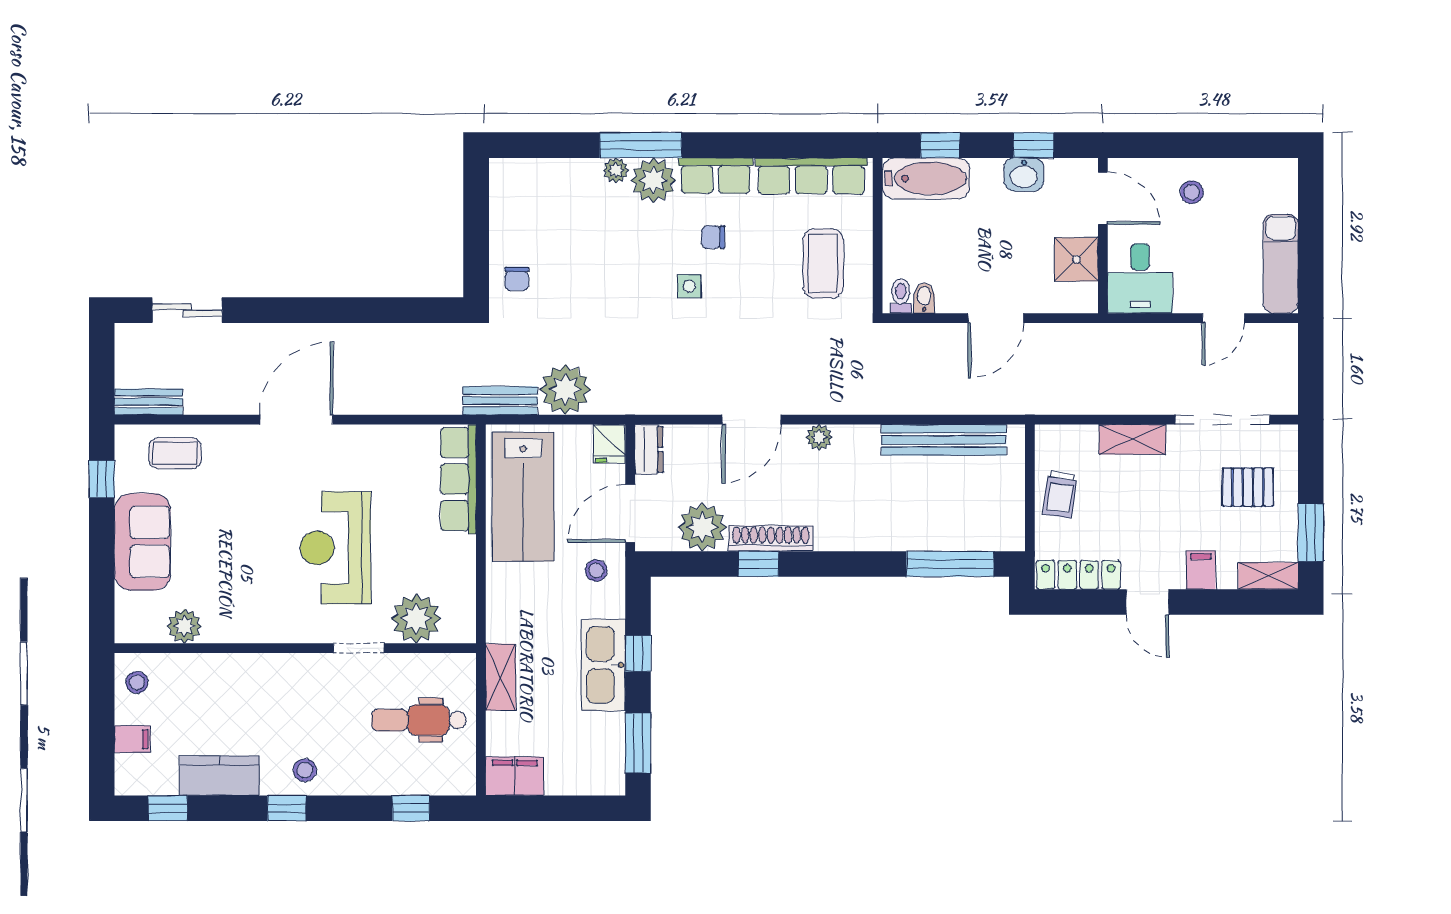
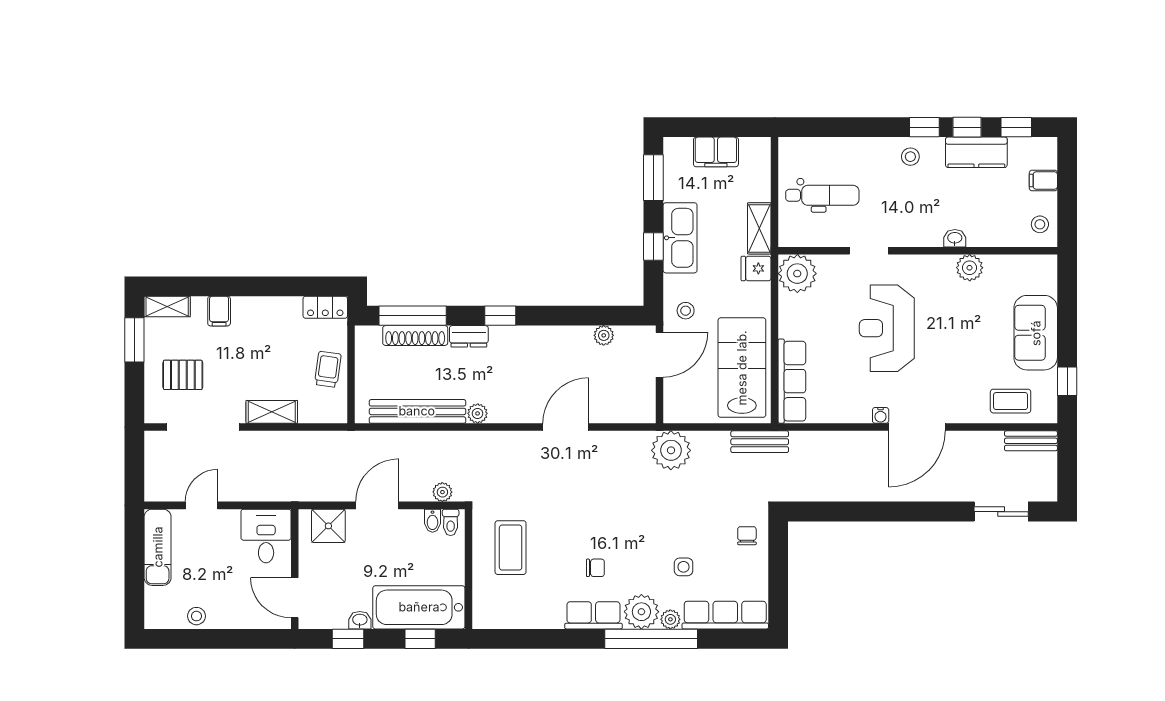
window: (641, 145) -> (651, 639), width x1.46
washbasin: (1024, 174) -> (360, 620), width x0.72, depth x0.69
row of seats: (811, 176) -> (725, 615), moved
bathtub: (926, 178) -> (419, 607), width x1.36, depth x1.36
stool: (1192, 192) -> (196, 616), moved
shower: (1076, 259) -> (328, 526), moved
side table: (689, 286) -> (684, 567), moved
plant: (911, 335) -> (442, 492), added
plant: (565, 389) -> (671, 450), moved
water cooler: (344, 435) -> (881, 415), added
plant: (819, 437) -> (478, 413), moved
fridge: (609, 444) -> (756, 268), moved, turned -90
dresser: (649, 449) -> (469, 336), moved, turned -90
plant: (702, 527) -> (604, 335), width x0.53, depth x0.53
shoe rack: (771, 538) -> (415, 335), moved
reception desk: (335, 548) -> (887, 328), turned 180
window: (759, 564) -> (500, 316), moved
locker: (1078, 575) -> (325, 307), width x0.66
door: (1147, 602) -> (260, 286), removed
plant: (416, 619) -> (797, 274), moved
plant: (184, 626) -> (970, 268), moved
washbasin: (247, 664) -> (955, 238), added
filing cabinet: (515, 776) -> (716, 152), moved
window: (411, 808) -> (967, 127), moved

